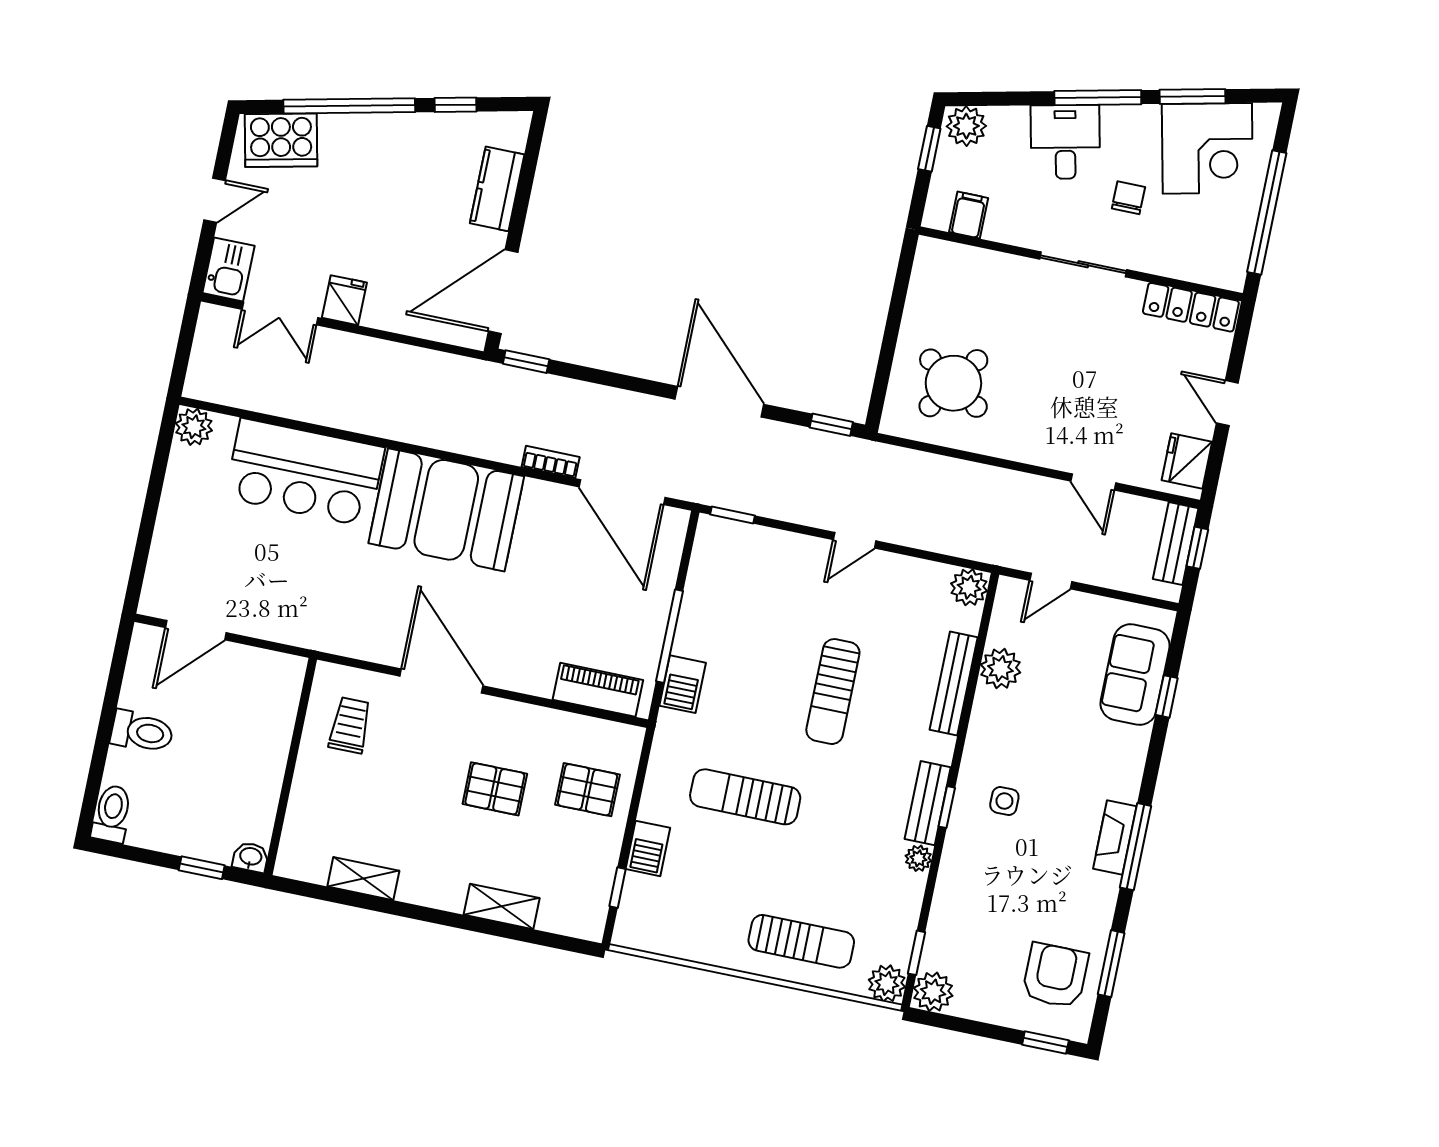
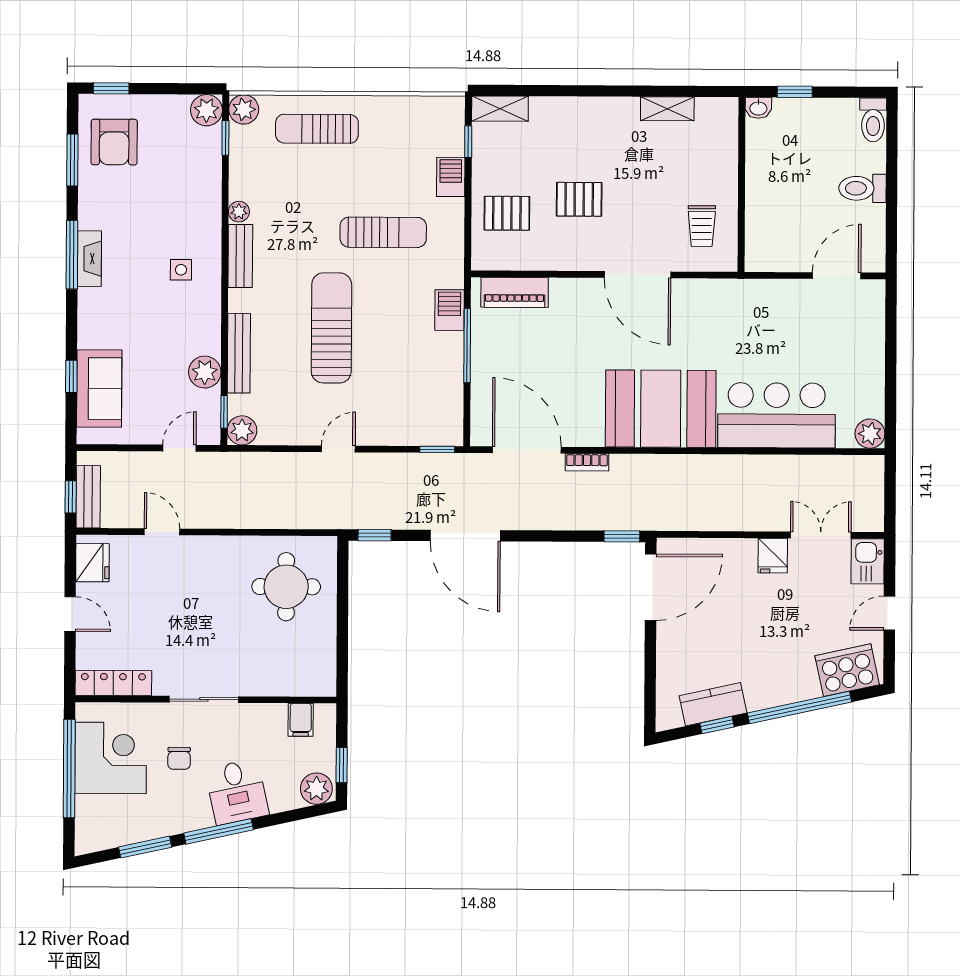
corner desk: (1207, 148) -> (111, 758), moved, turned 102
kitchen counter: (497, 189) -> (713, 704), moved, turned -102
round table: (953, 383) -> (286, 587), turned -34
sun lounger: (833, 692) -> (331, 328), width x1.36, depth x1.34
window: (947, 807) -> (224, 412), moved
shelving: (502, 906) -> (500, 109), moved

